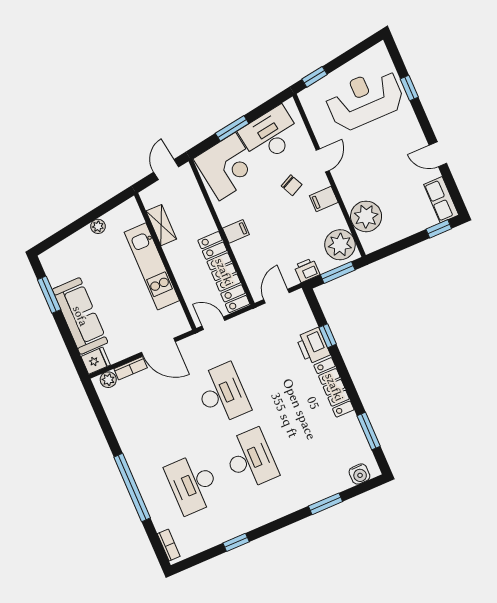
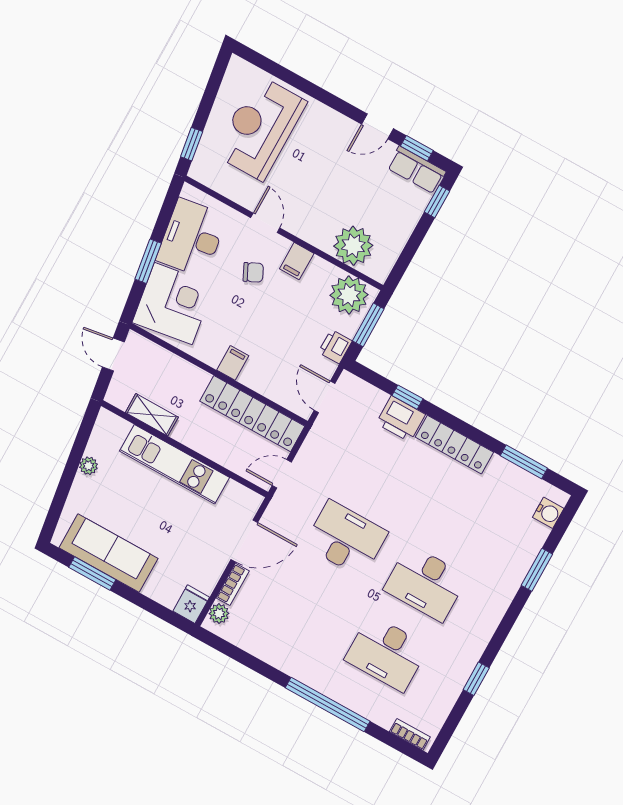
window: (409, 88) -> (417, 148), moved
sofa: (80, 316) -> (109, 553), moved
desk: (250, 459) -> (426, 583), turned 180

